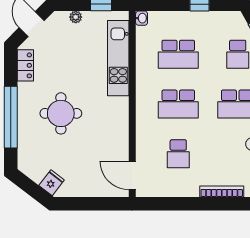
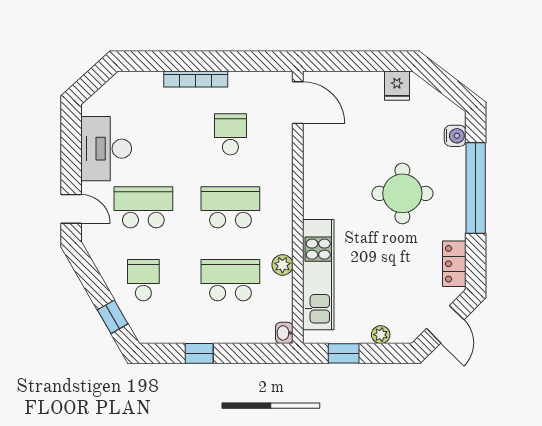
plant: (143, 65) -> (282, 265), added
water cooler: (25, 153) -> (455, 136), added
fridge: (52, 183) -> (397, 86), moved, turned -37
bookcase: (222, 192) -> (196, 79), moved

